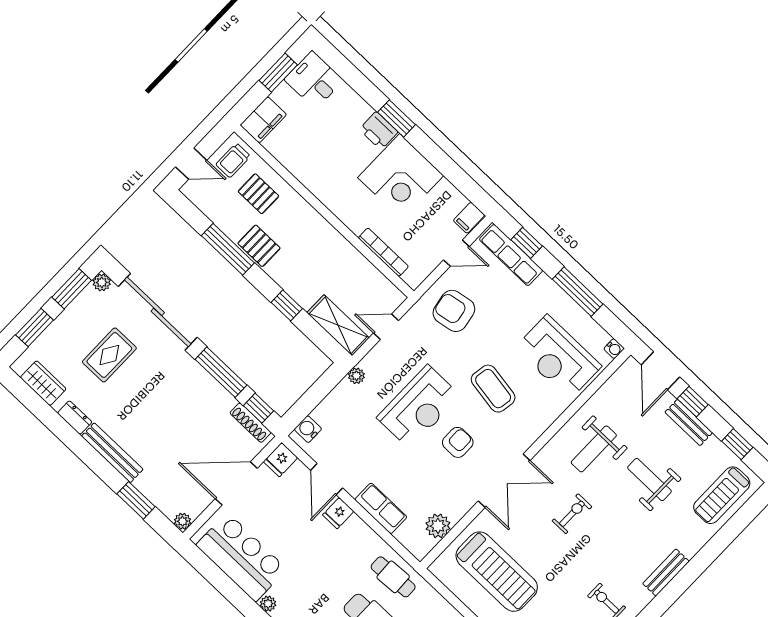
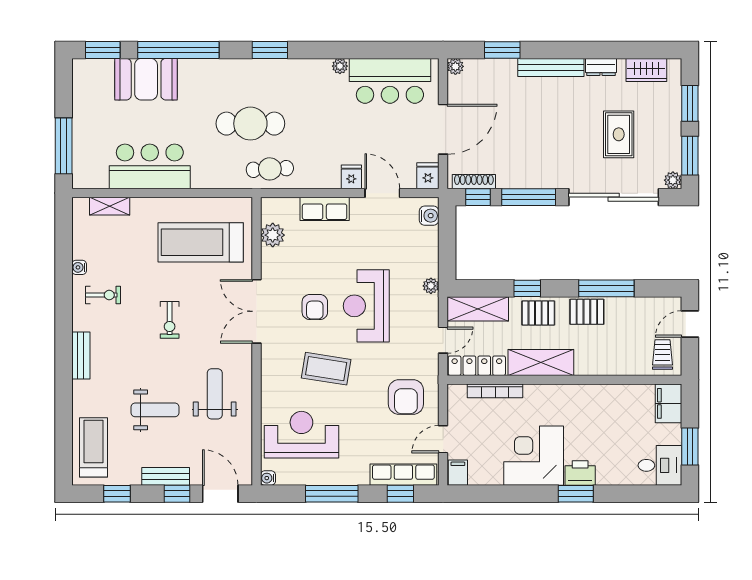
pallet: (258, 194) -> (538, 313), moved
shelving: (329, 241) -> (541, 362), added
locker: (379, 284) -> (477, 366), added
armchair: (454, 311) -> (406, 397), turned 100
exercise bike: (572, 514) -> (170, 320), moved

